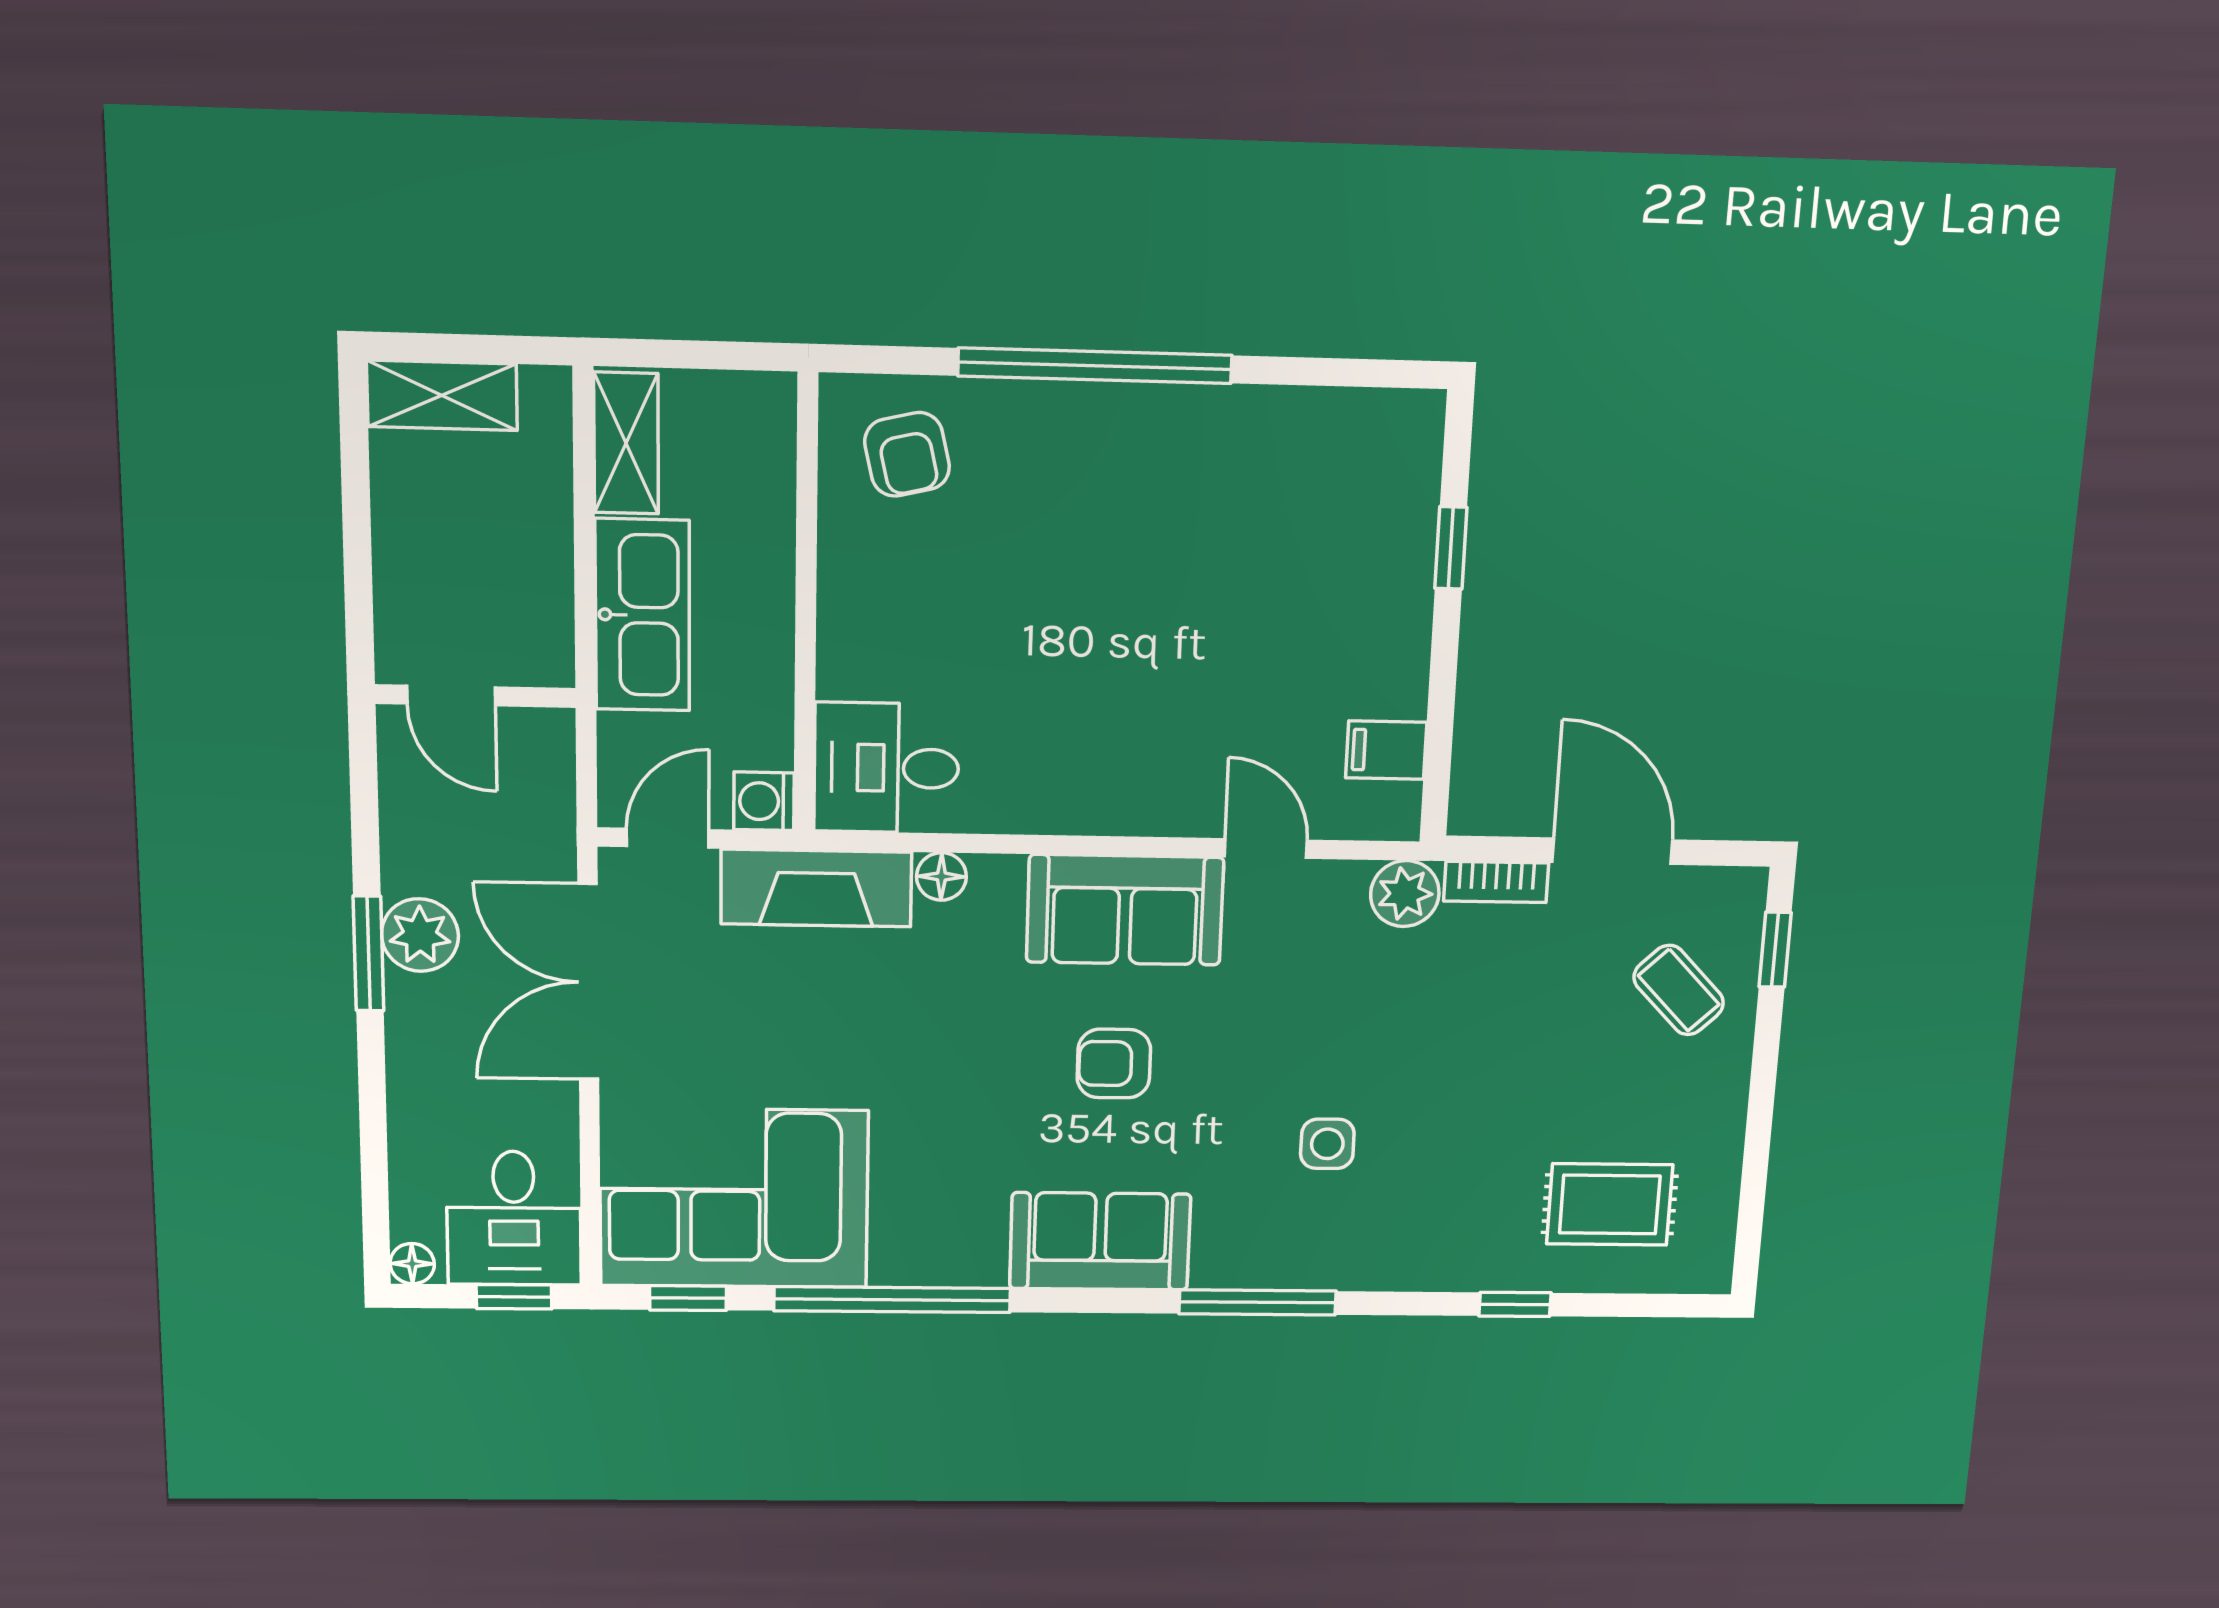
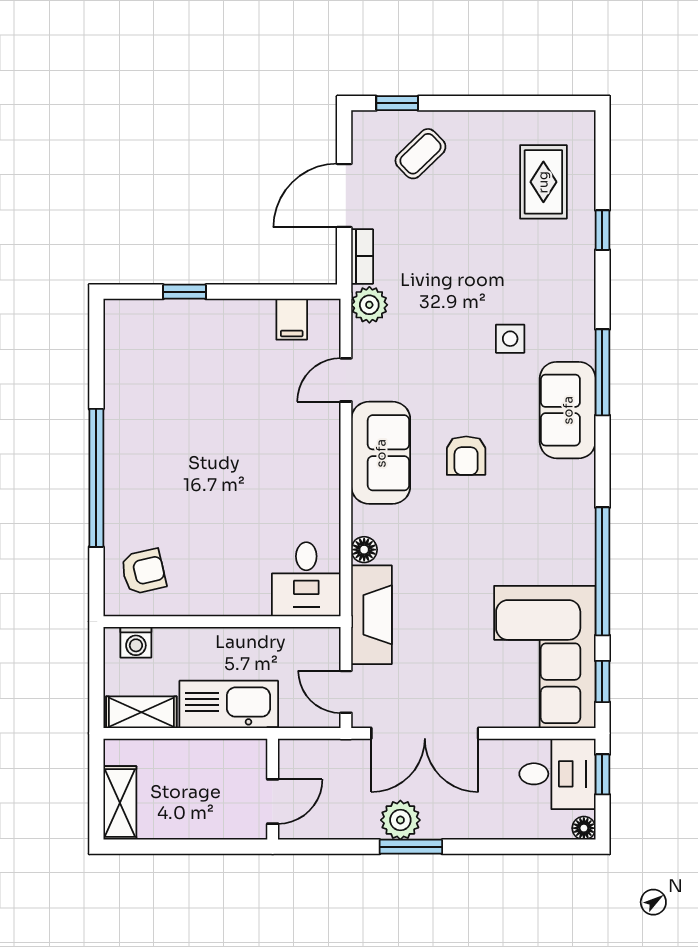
washing machine: (764, 801) -> (136, 642), moved
sofa: (1100, 1241) -> (568, 410), moved

